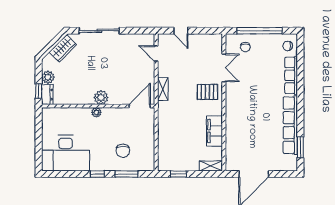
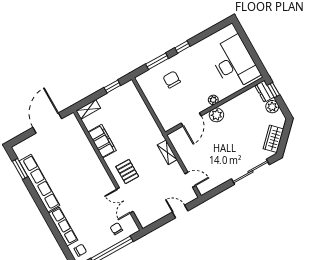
pallet: (207, 92) -> (127, 171), turned 90
door: (140, 106) -> (191, 119), moved
desk: (66, 153) -> (234, 63), moved, turned 90

